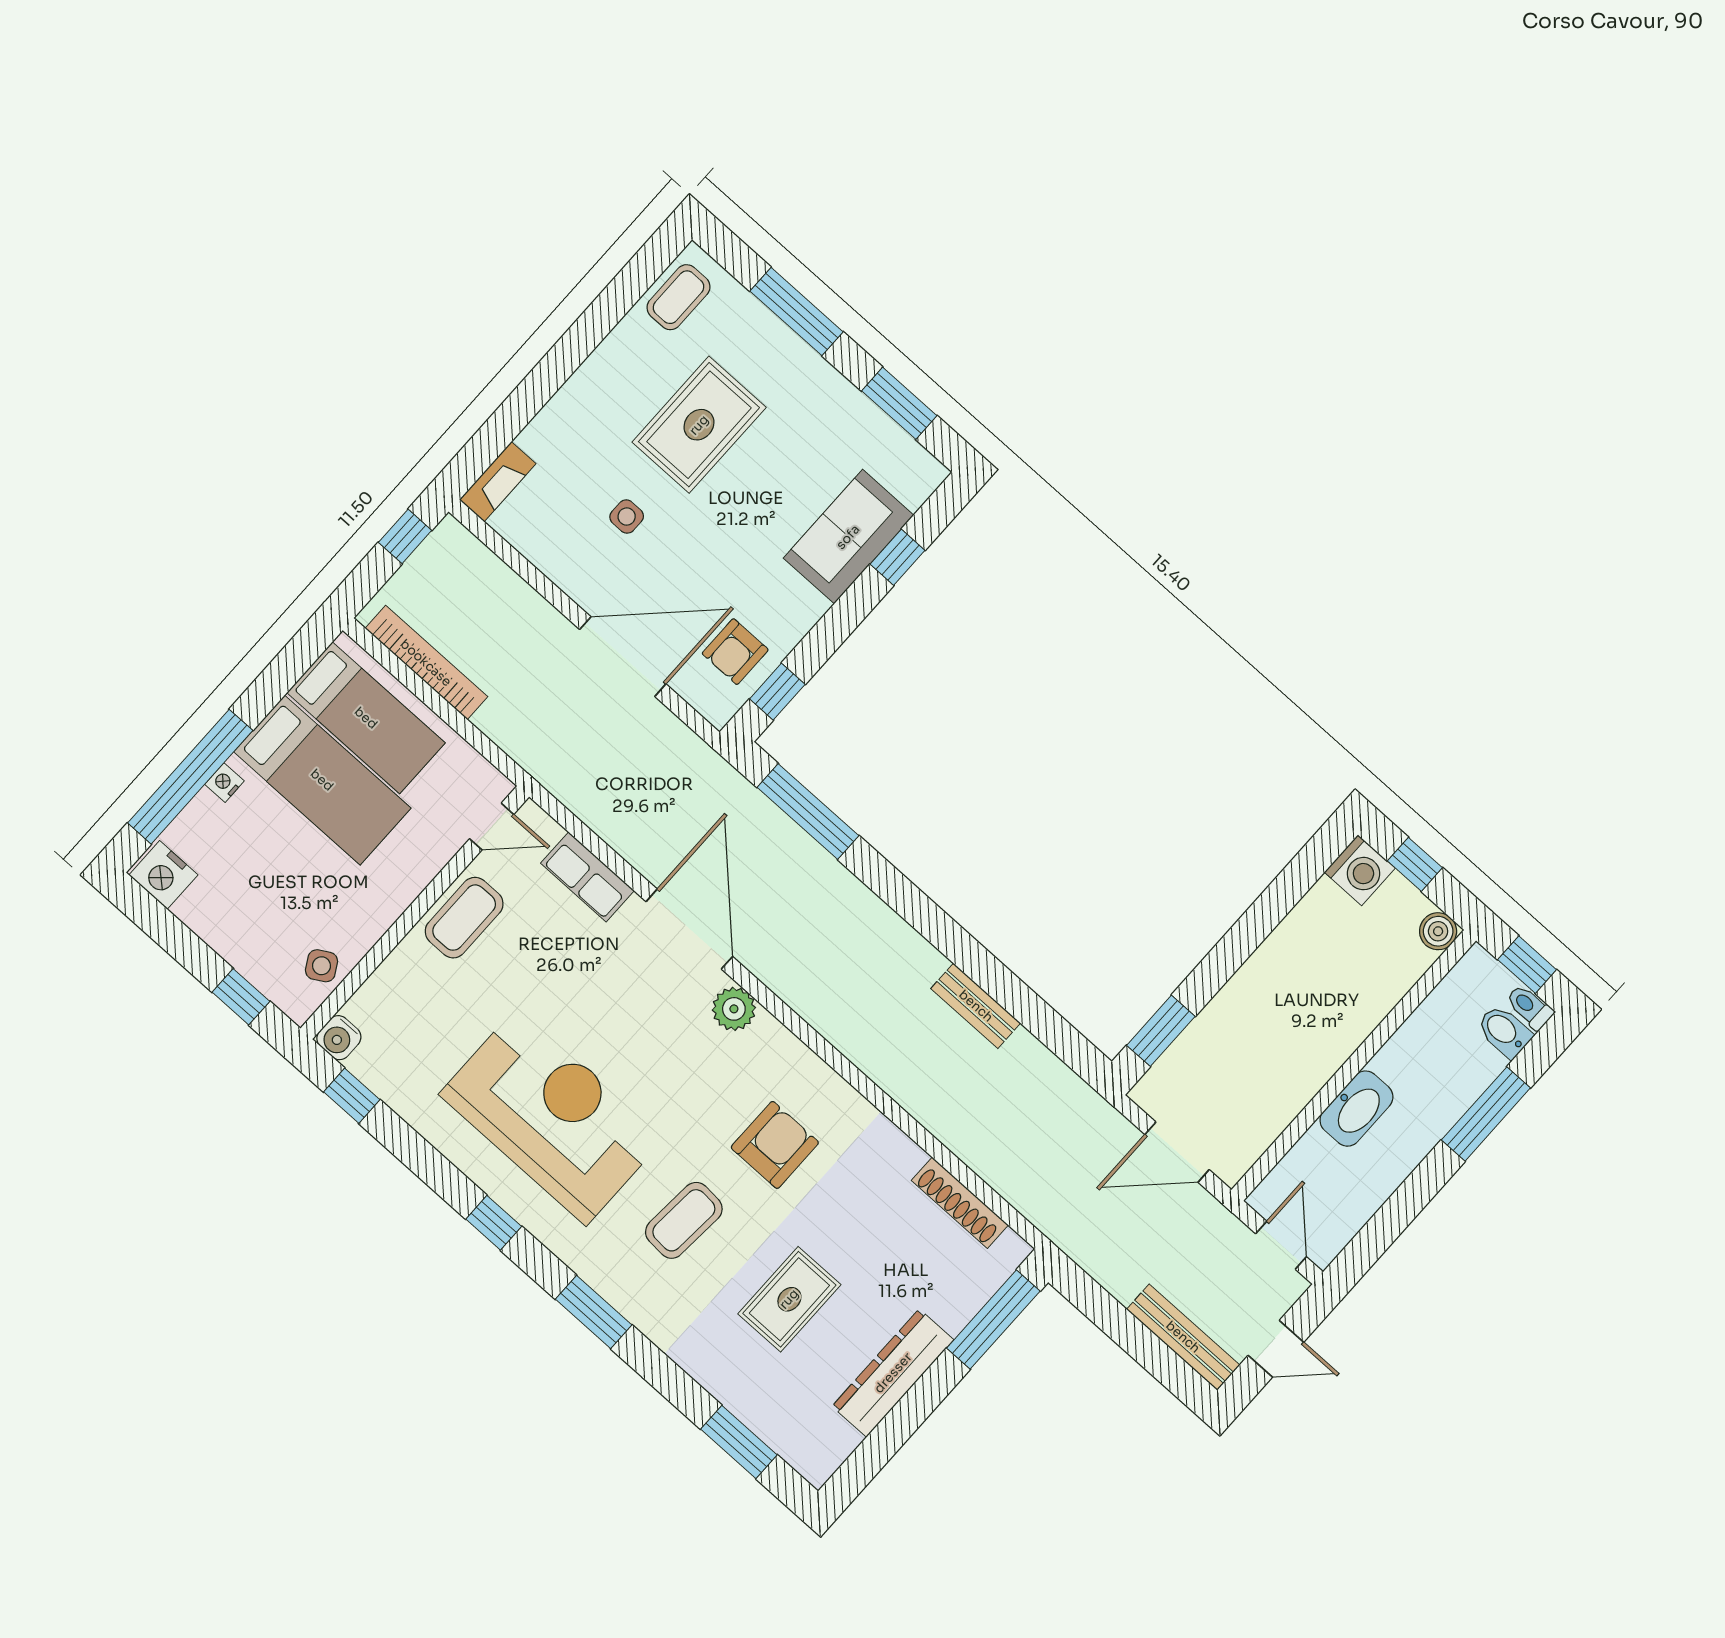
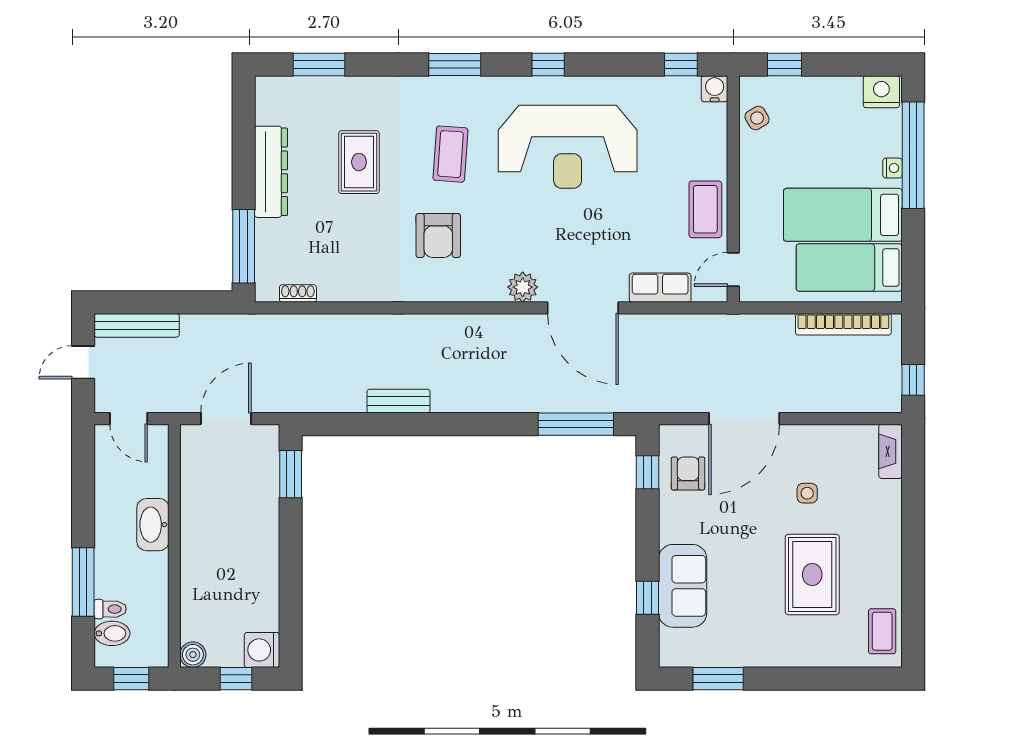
window: (797, 311) -> (814, 679), removed
toilet: (1529, 1007) -> (110, 609), moved
shoe rack: (960, 1203) -> (298, 293), width x0.51, depth x0.81

